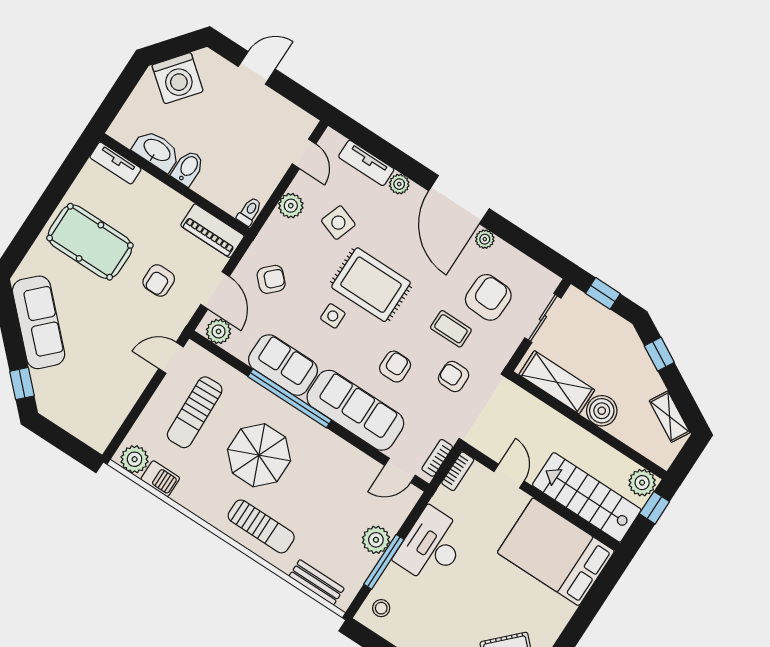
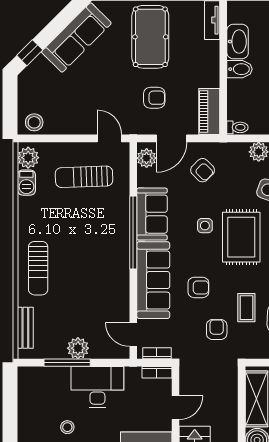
armchair: (159, 280) -> (154, 98), turned 180
stool: (101, 428) -> (34, 122), added
parasol: (259, 455) -> (83, 237), removed
stool: (381, 608) -> (67, 427), moved

